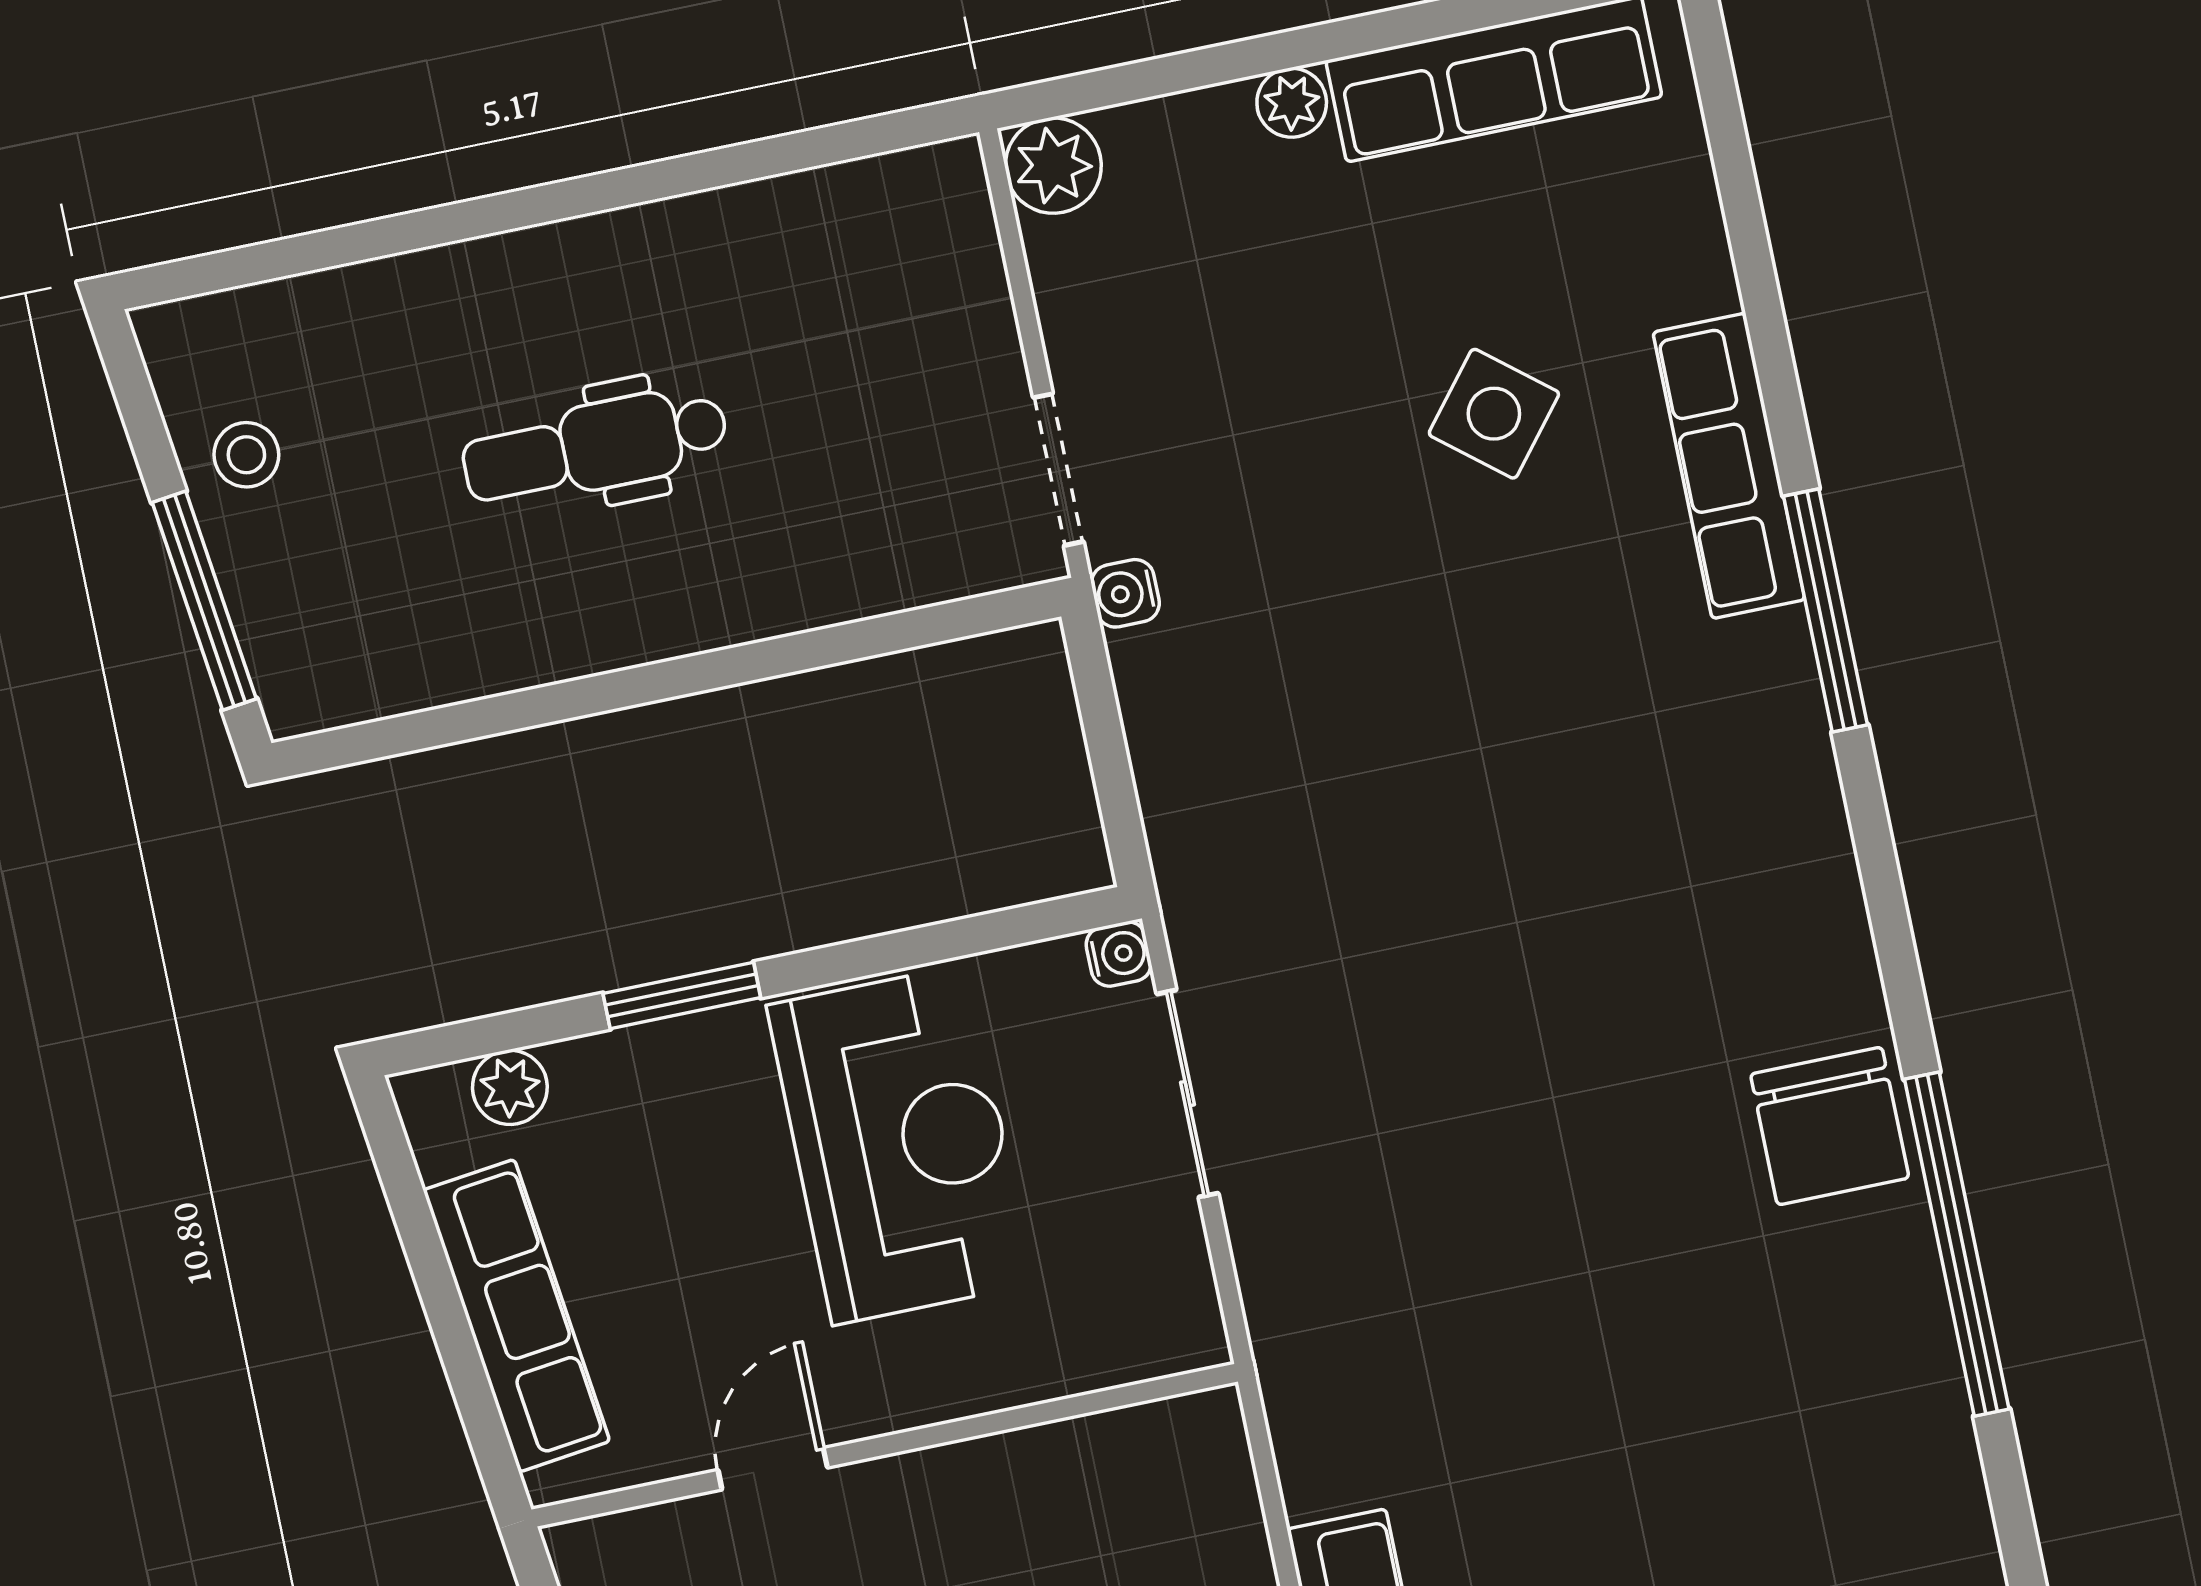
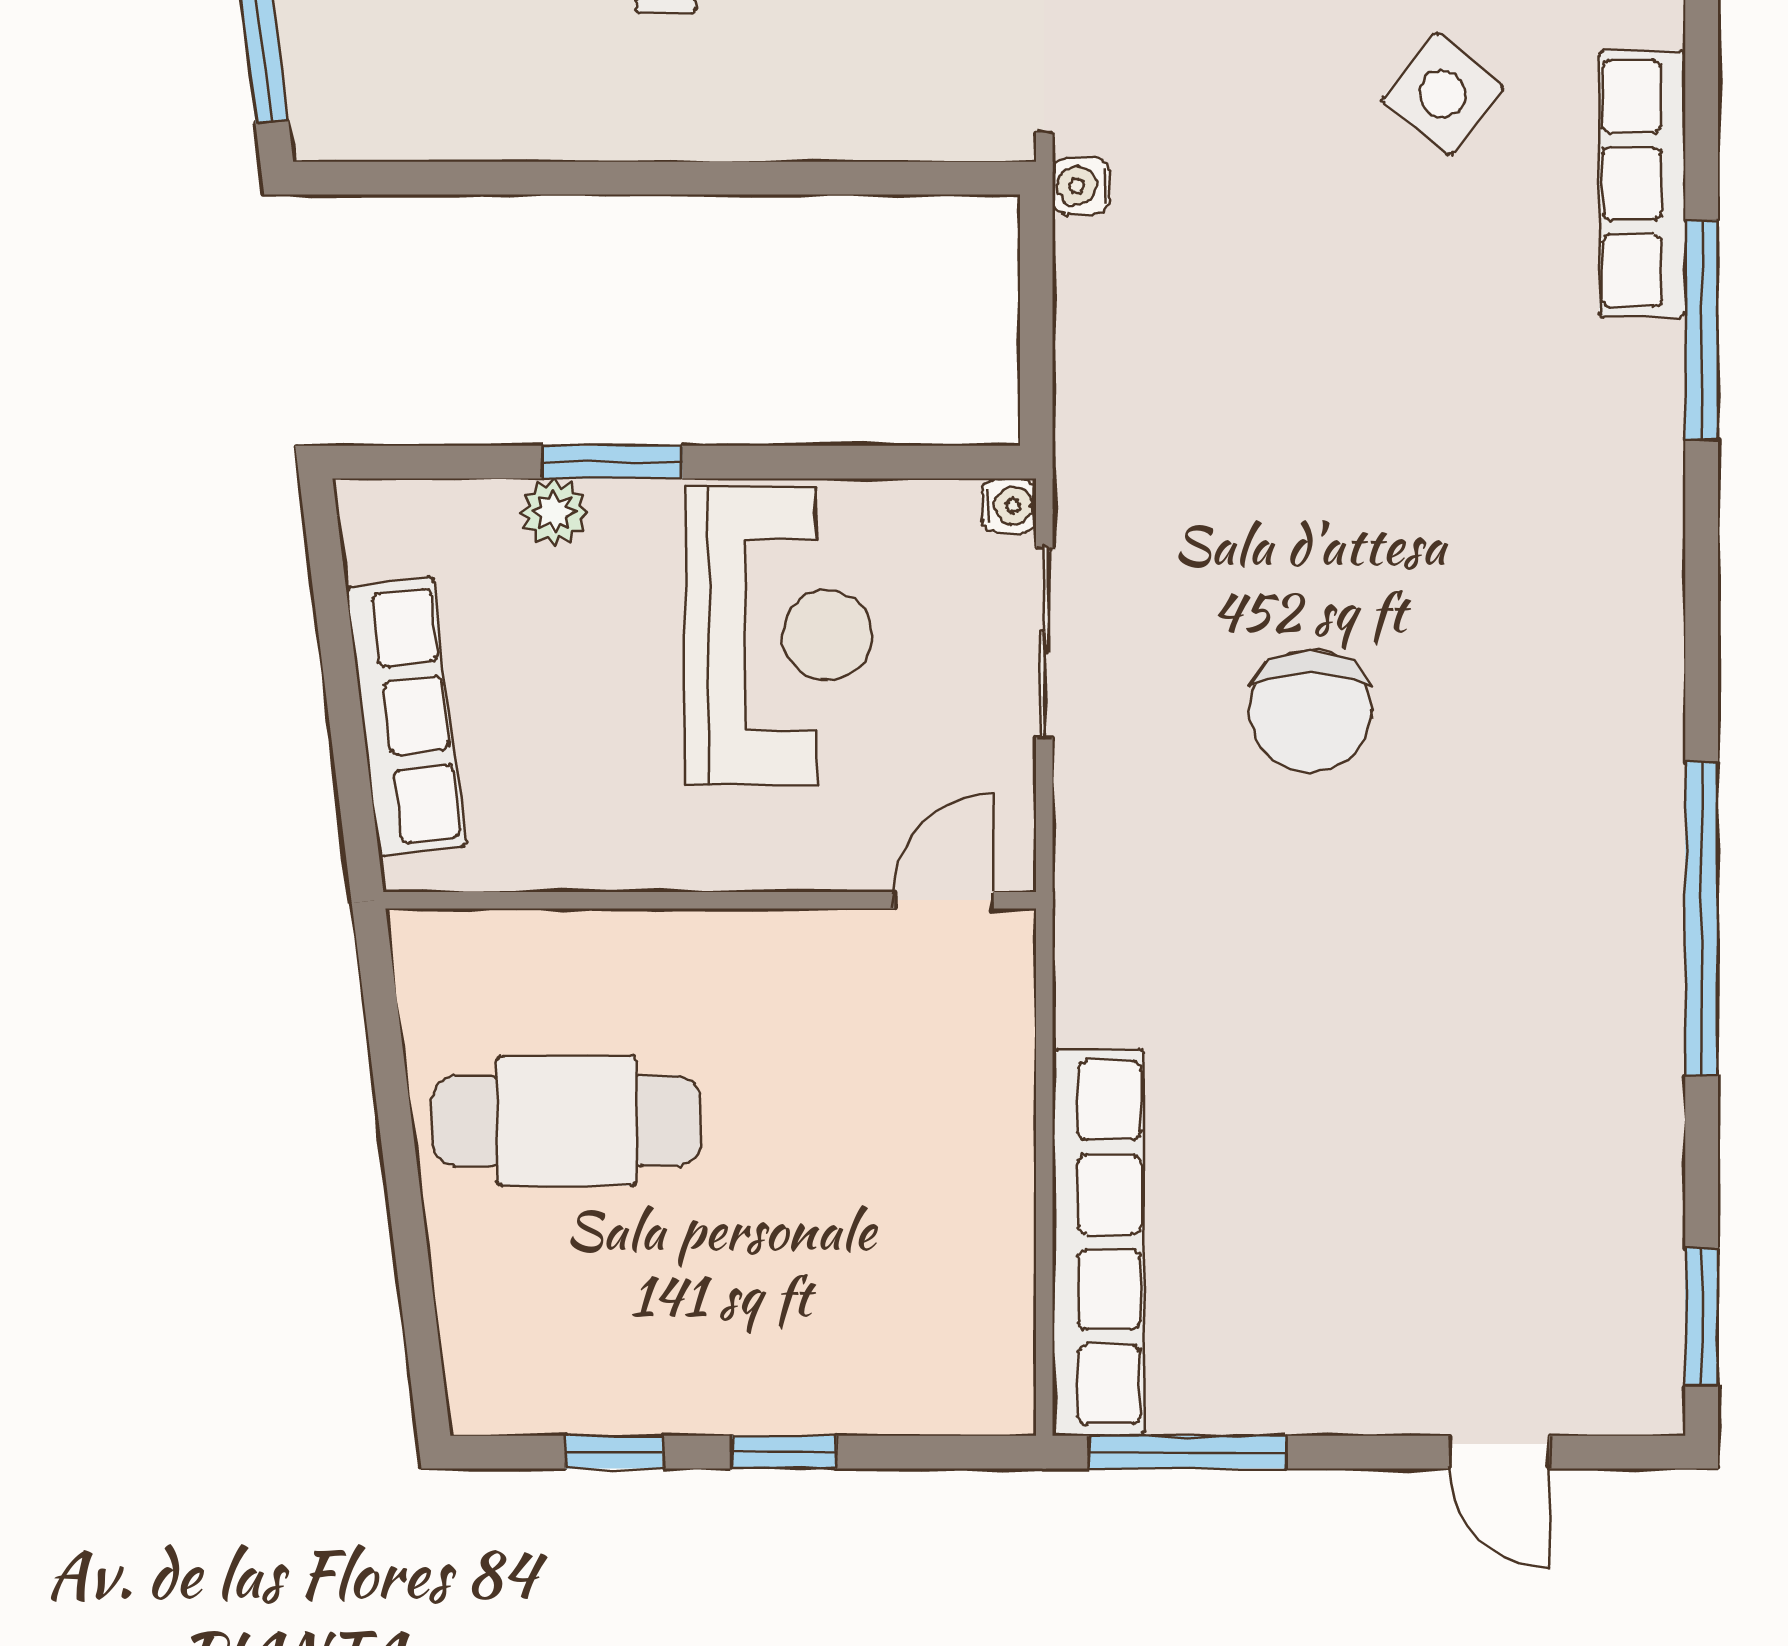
plant: (510, 1087) -> (554, 512), moved
chair: (1830, 1126) -> (1310, 711), moved
door: (773, 1469) -> (944, 900), moved

